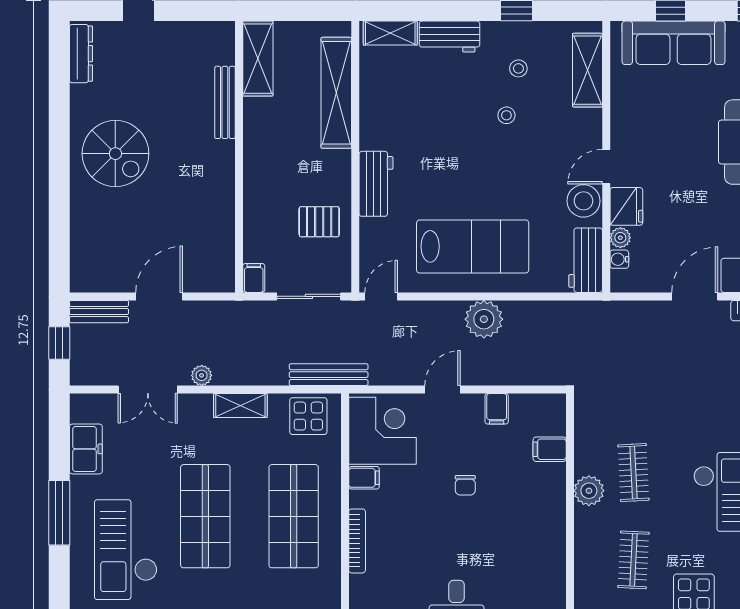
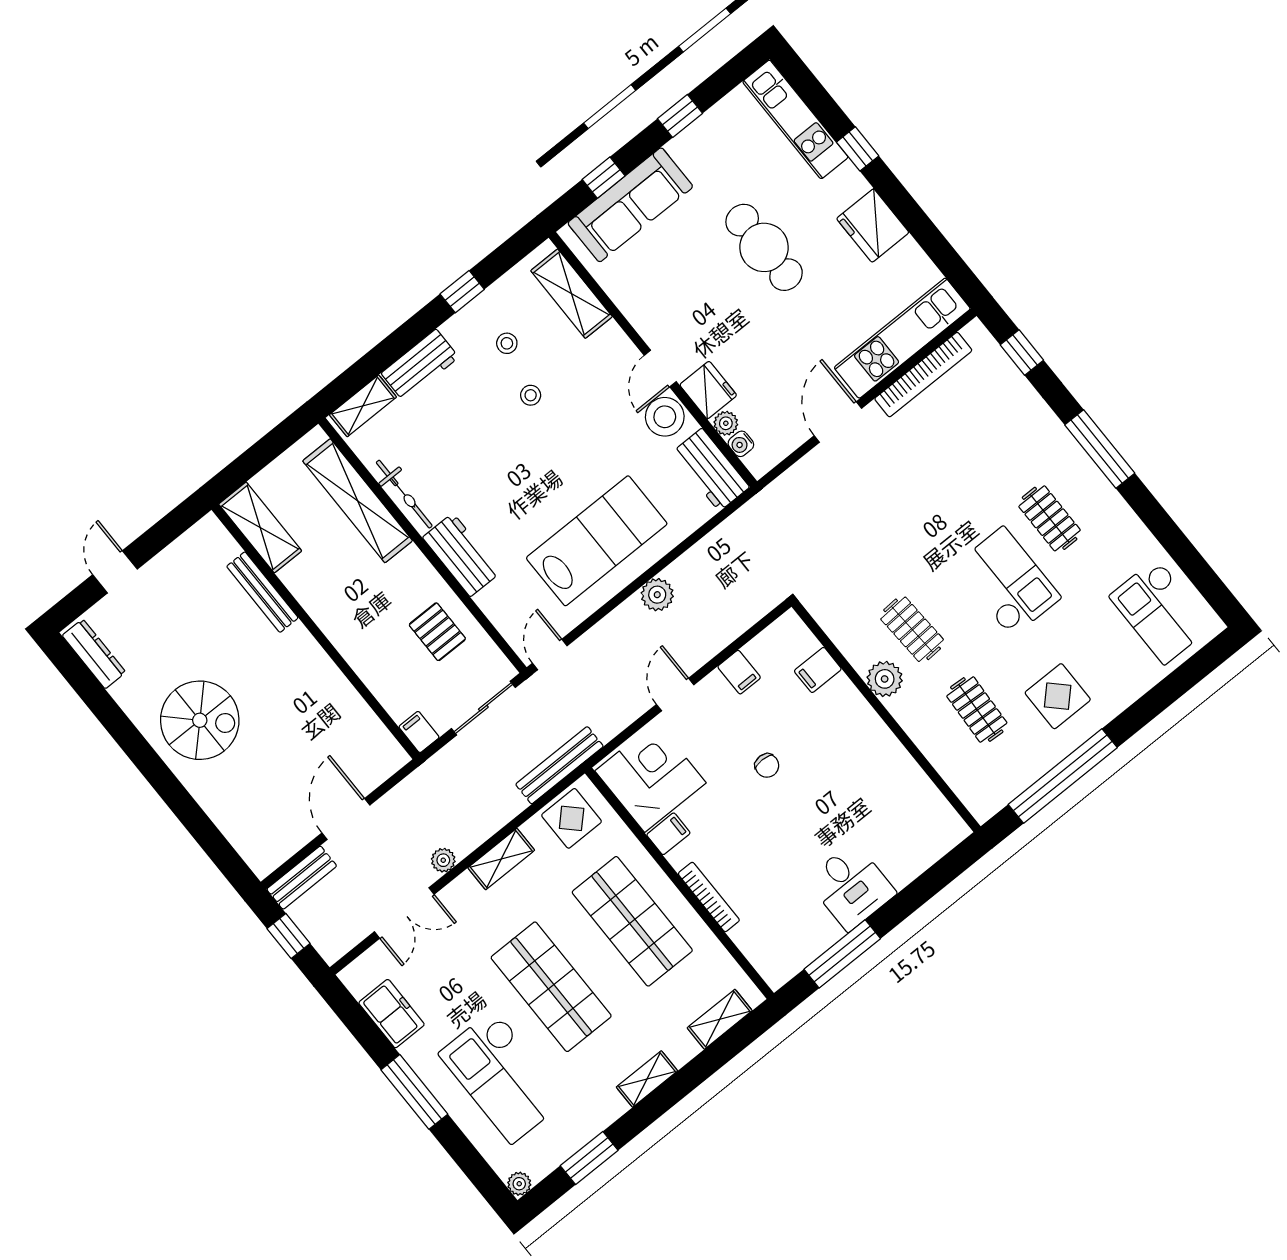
bicycle: (371, 113) -> (404, 494), added
pallet: (319, 222) -> (437, 632), turned 90
plant: (484, 319) -> (657, 595), width x0.73, depth x0.73

